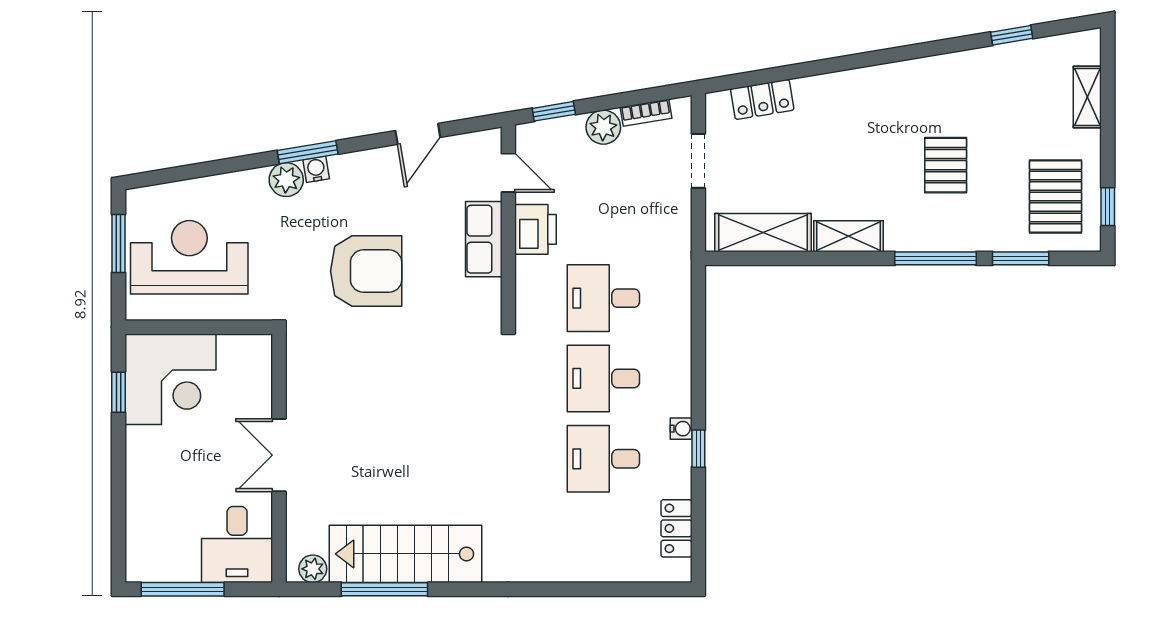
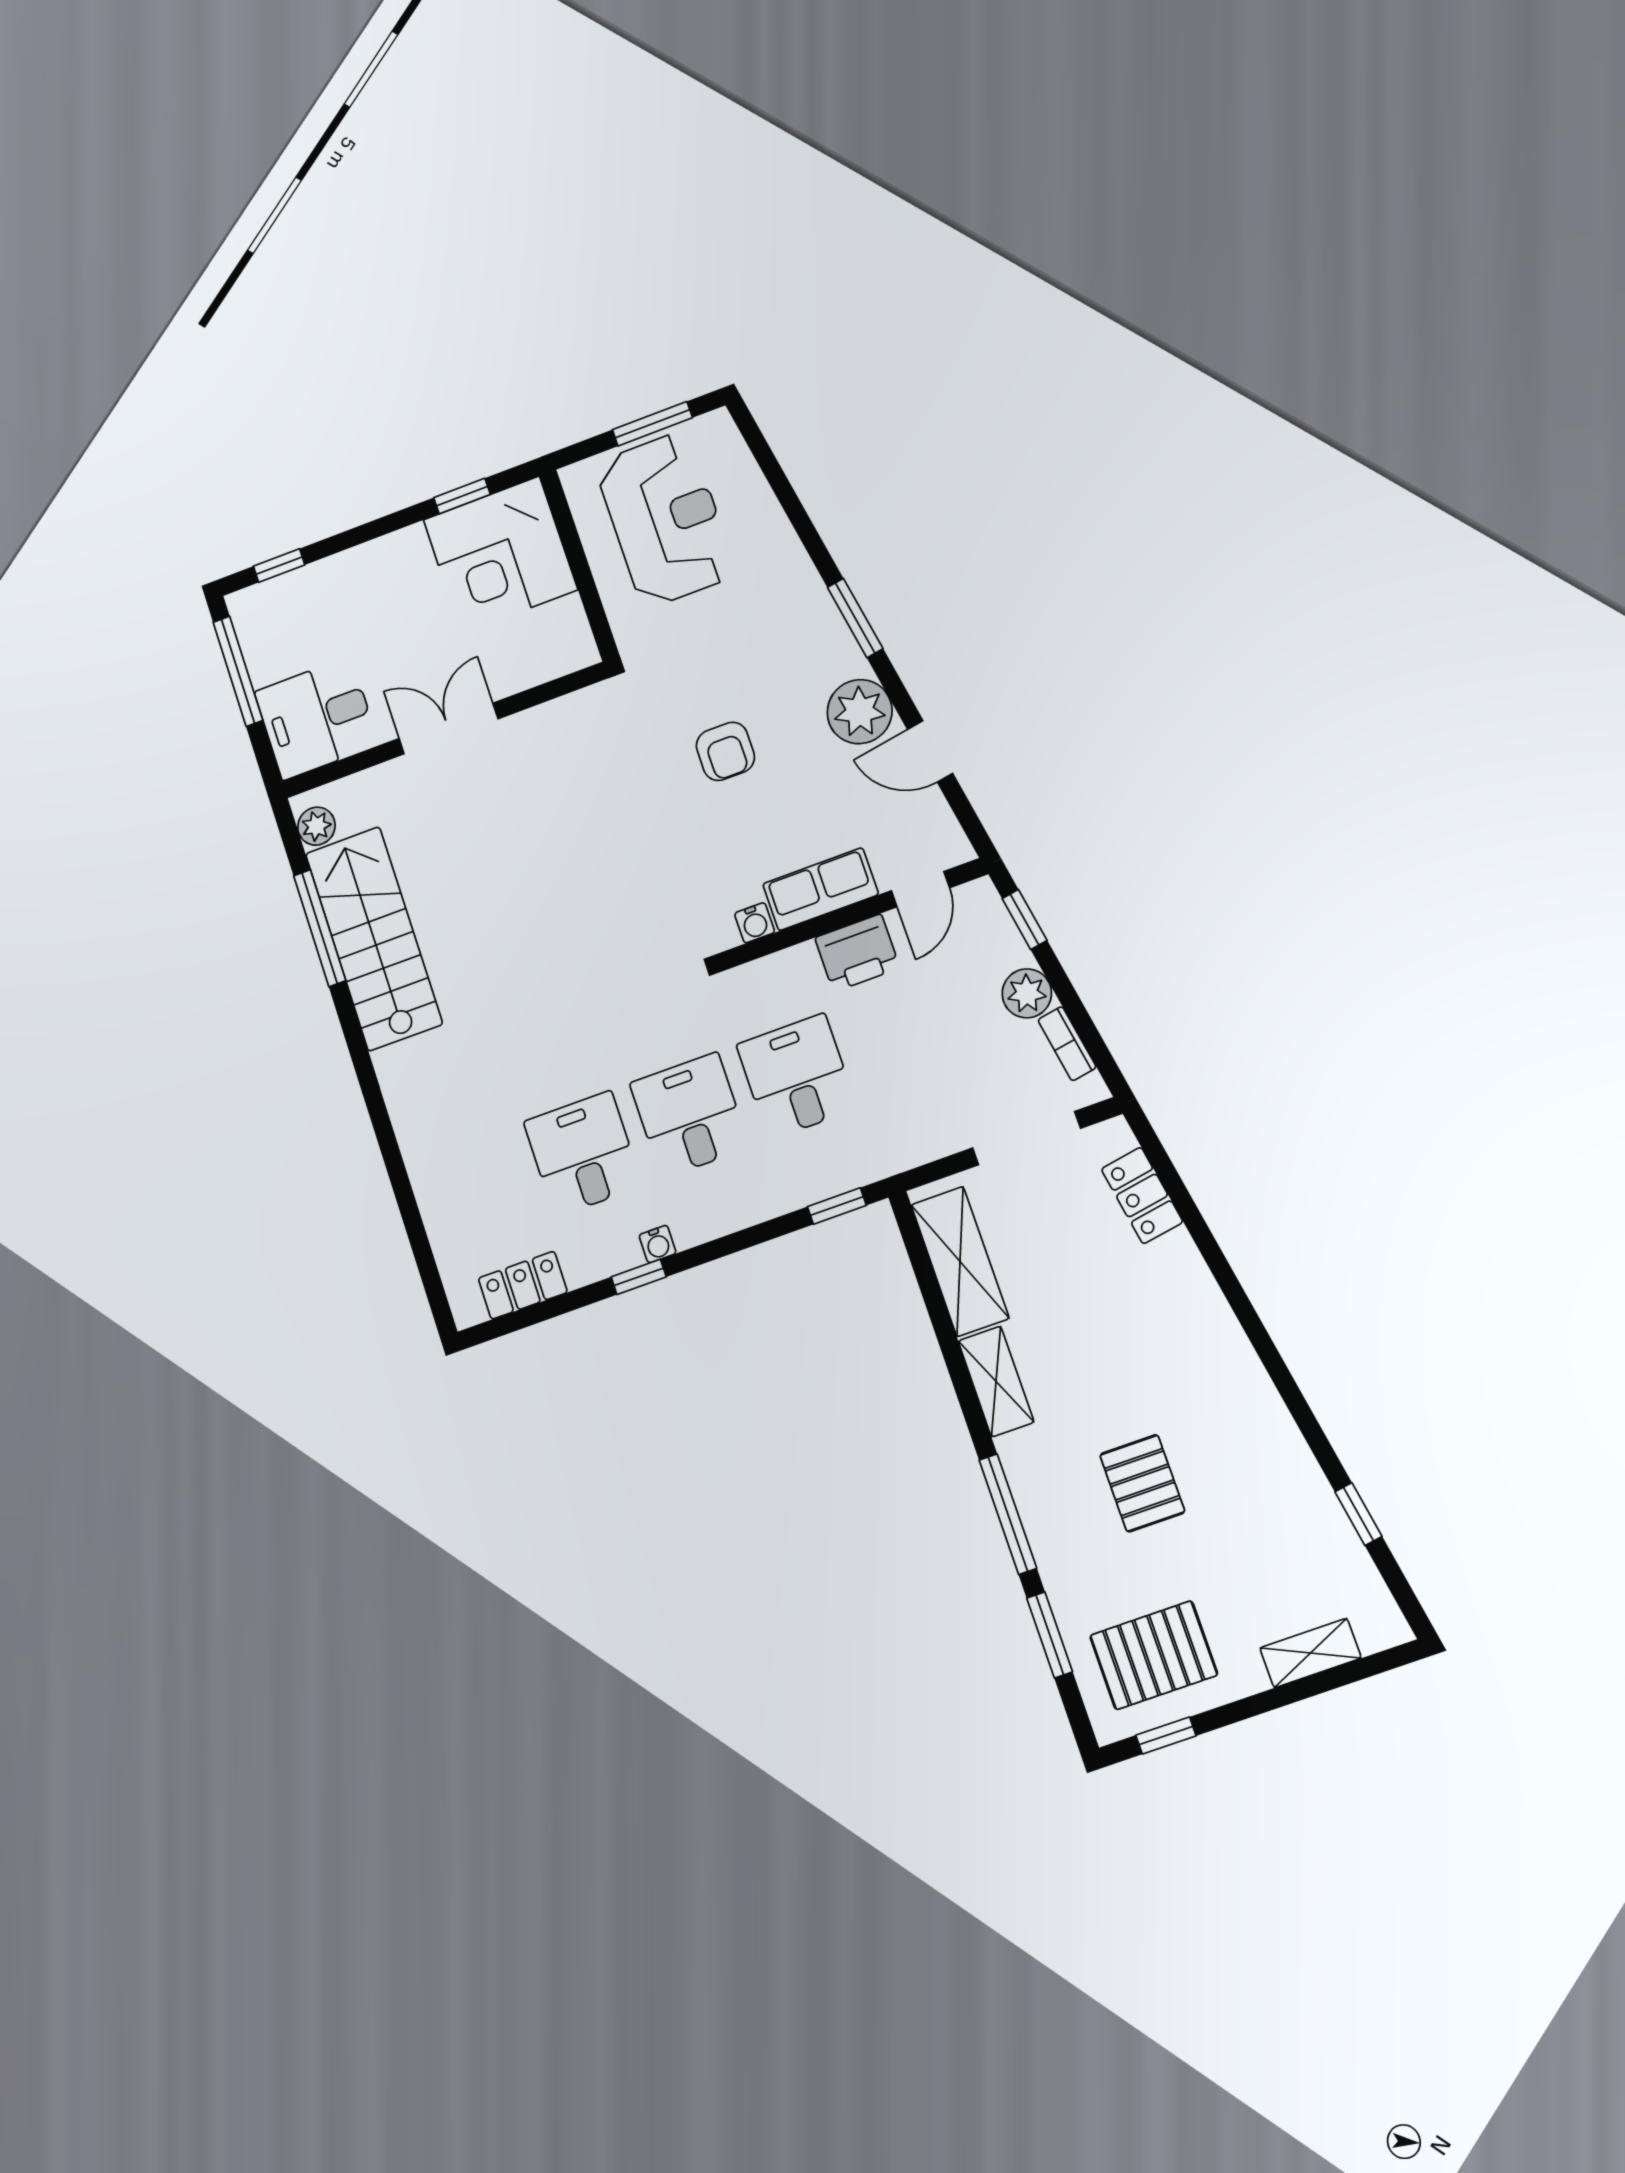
doorway: (698, 161) -> (1027, 1138), width x1.38
pallet: (946, 165) -> (1142, 1483), turned 90
water cooler: (316, 169) -> (755, 923), moved, turned 99
plant: (286, 180) -> (860, 712), moved, width x1.36, depth x1.36
armchair: (366, 271) -> (725, 751), width x0.53, depth x0.53
window: (698, 301) -> (837, 1206), added
window: (119, 536) -> (279, 566), added

